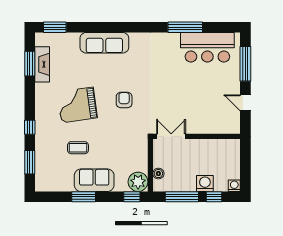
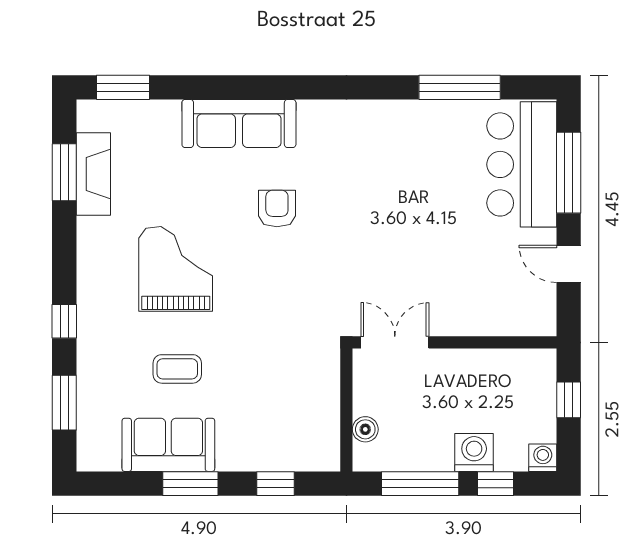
window: (185, 27) -> (460, 87), moved
bar counter: (207, 47) -> (522, 164), moved, turned 90
armchair: (124, 100) -> (277, 208), moved
grand piano: (77, 105) -> (176, 269), turned 98
window: (245, 161) -> (569, 400), added
sofa: (94, 180) -> (168, 445), moved
plant: (138, 182) -> (318, 449), removed
window: (132, 197) -> (275, 484), moved

